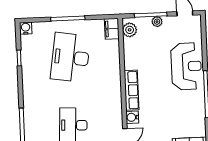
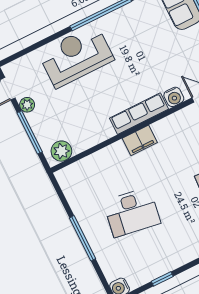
plant: (157, 22) -> (27, 105), moved
filing cabinet: (112, 29) -> (140, 140), moved
desk: (70, 57) -> (132, 212), width x0.73, depth x0.77

